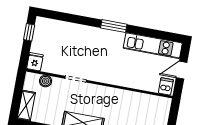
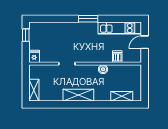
boiler: (46, 81) -> (103, 69), moved
dishwasher: (166, 86) -> (117, 57), moved

